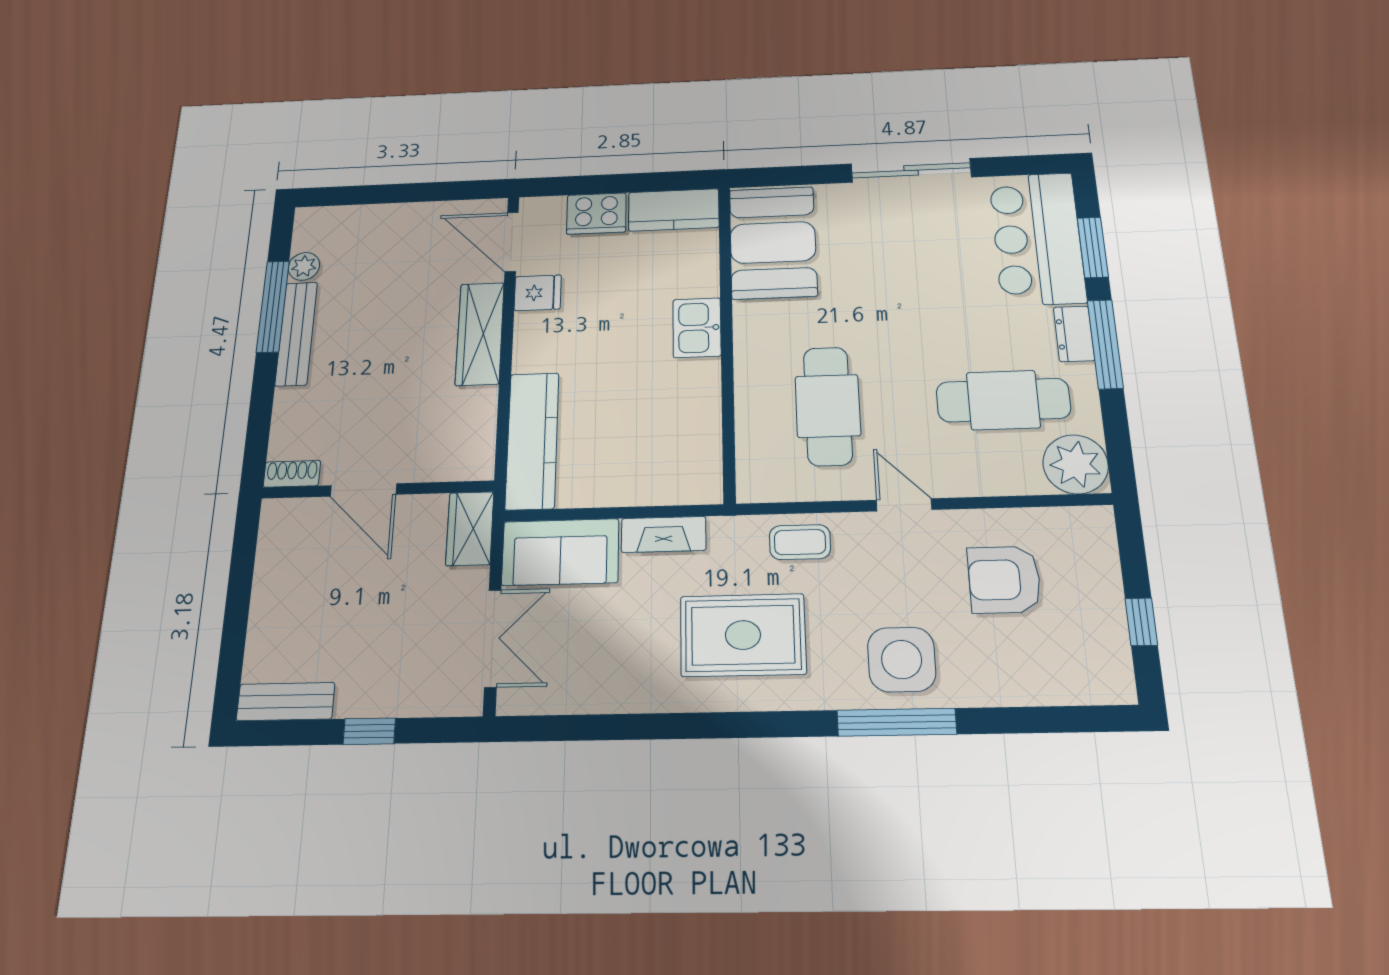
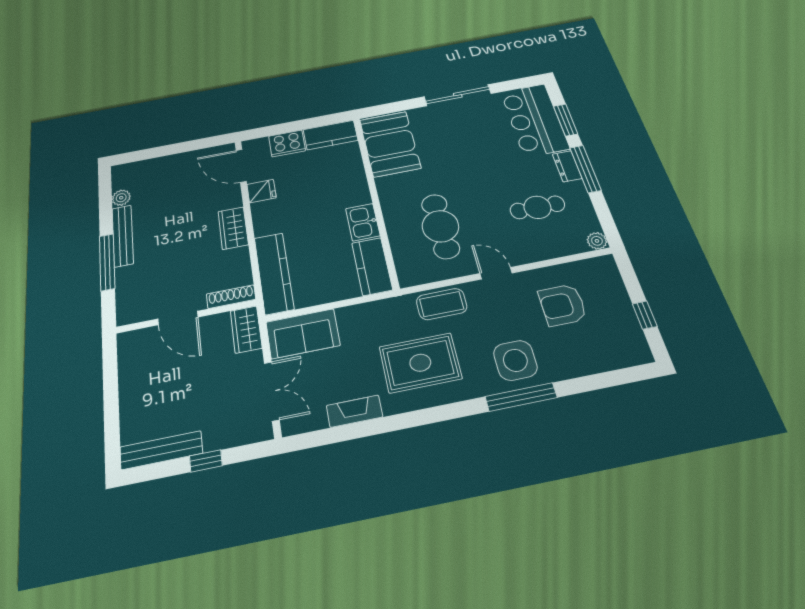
window: (273, 306) -> (107, 262), moved
kitchen sink: (697, 328) -> (363, 222), moved
wardrobe: (480, 334) -> (233, 228), width x0.67
cafe table: (1003, 400) -> (537, 207), width x0.73, depth x0.74
kitchen counter: (697, 457) -> (372, 266), added
plant: (1076, 464) -> (597, 241), width x0.53, depth x0.53
shoe rack: (292, 474) -> (231, 297), moved, width x1.43
fireplace: (664, 534) -> (354, 411), moved, turned 180
coffee table: (800, 542) -> (442, 304), width x1.36, depth x1.30
bench: (286, 702) -> (161, 450), width x1.36

